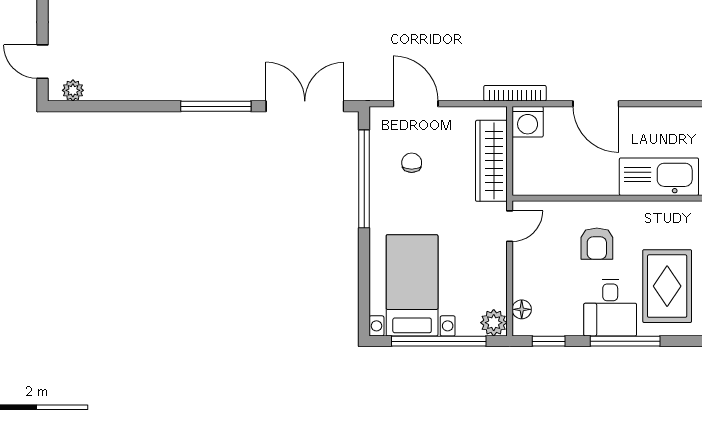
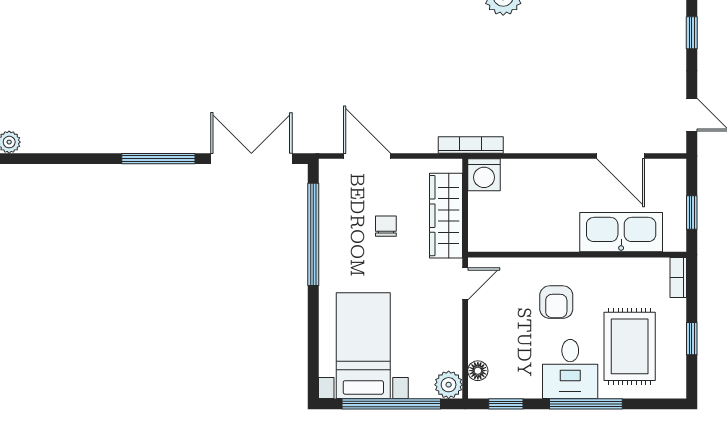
door: (596, 104) -> (621, 156), moved
chair: (412, 163) -> (386, 226), moved

